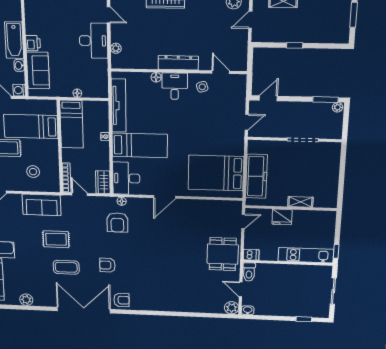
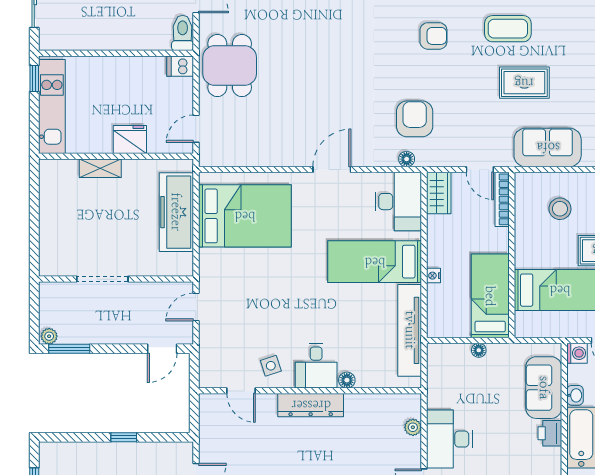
kitchen unit: (306, 255) -> (52, 107), moved, turned -90

